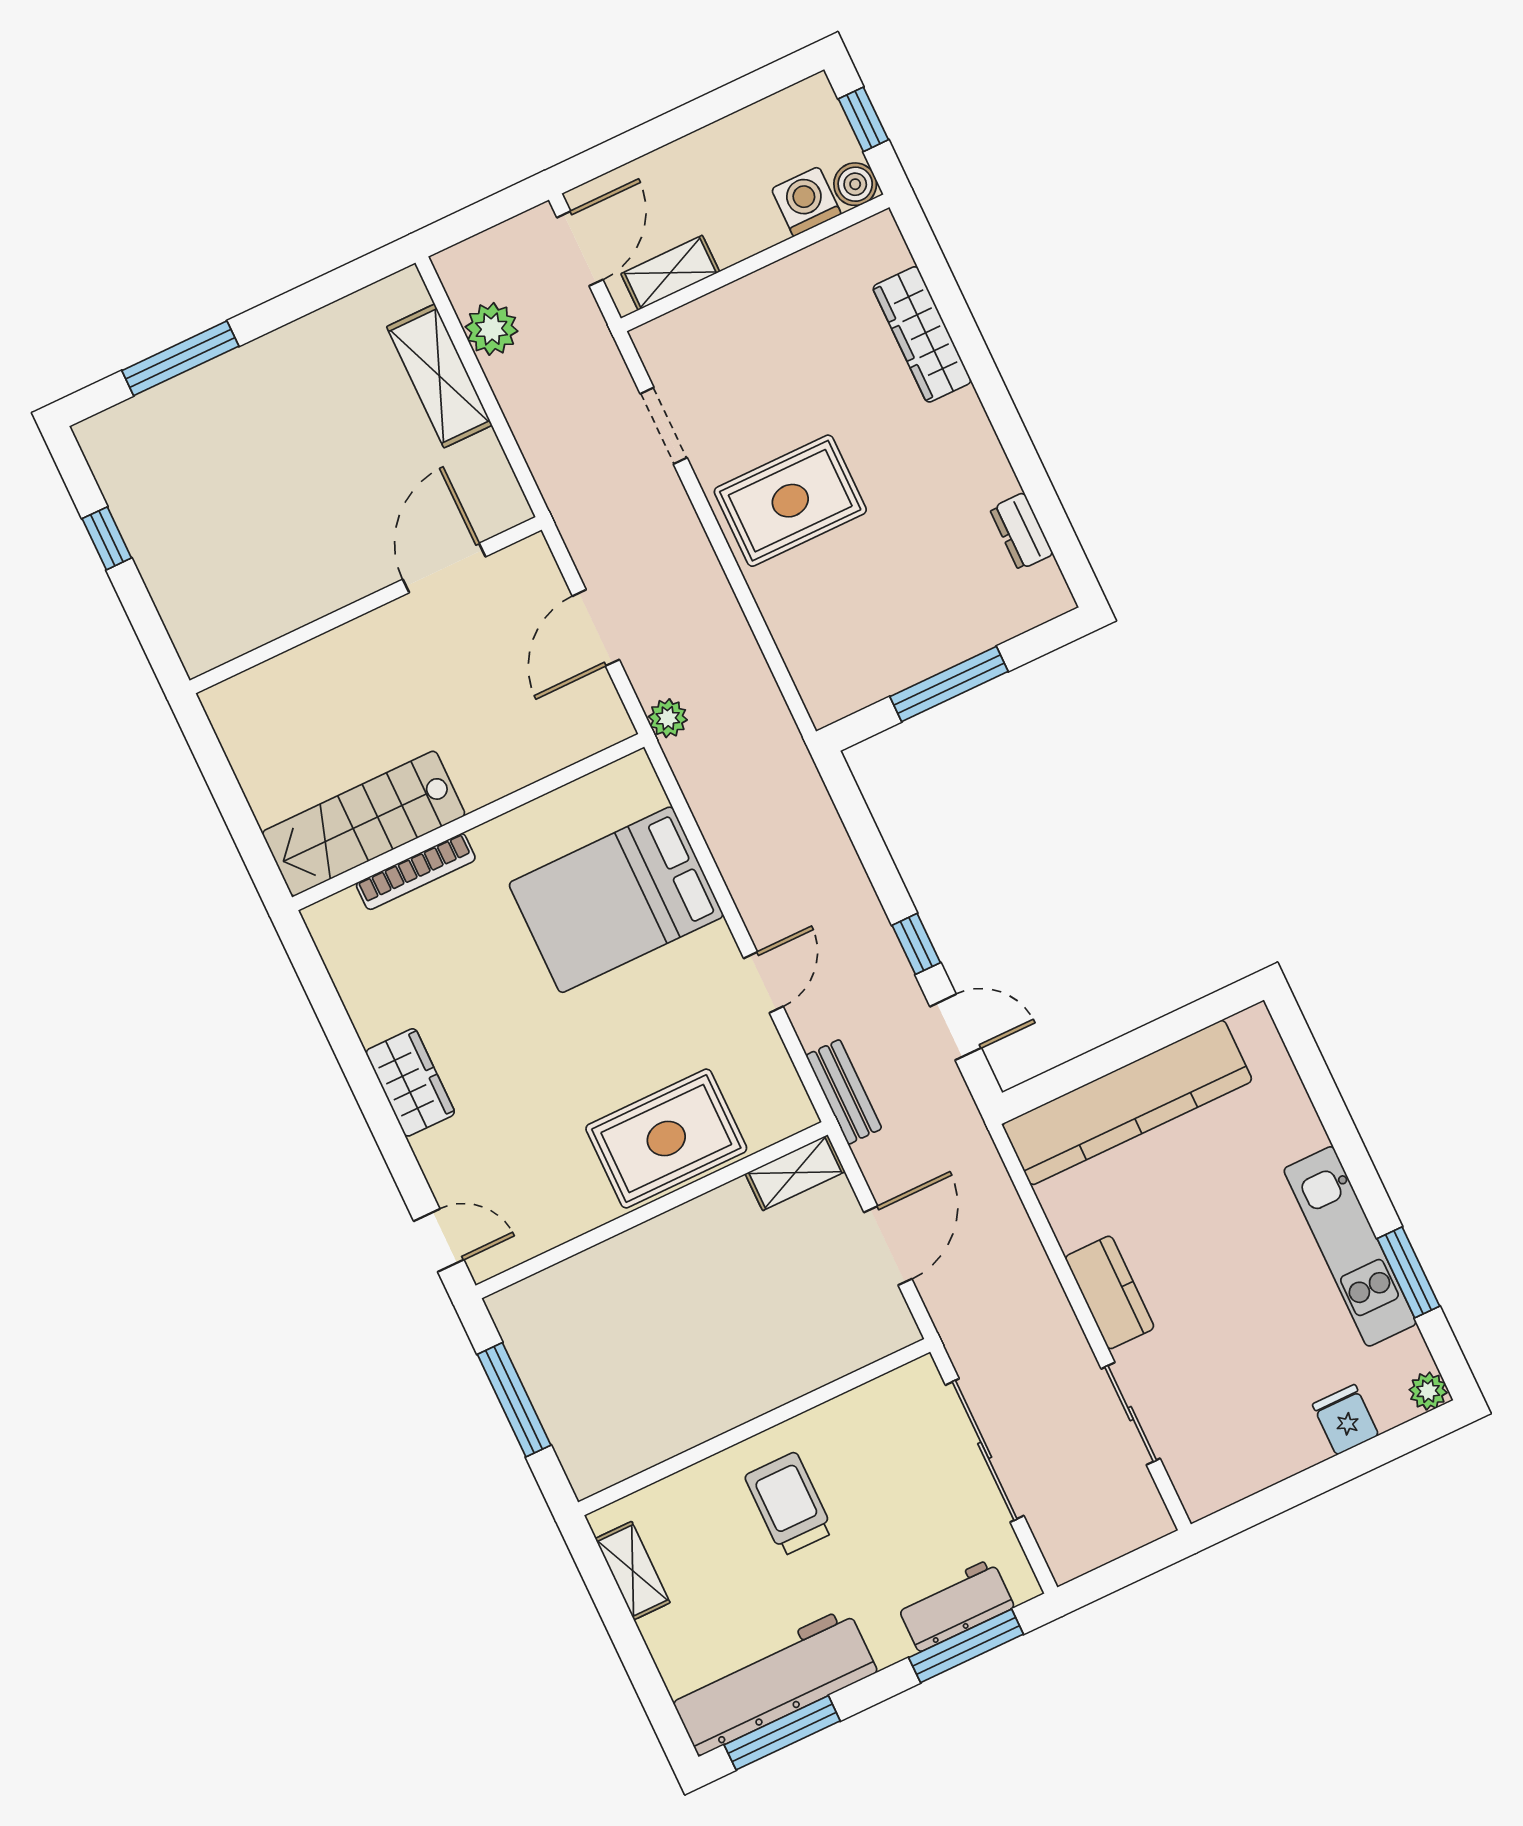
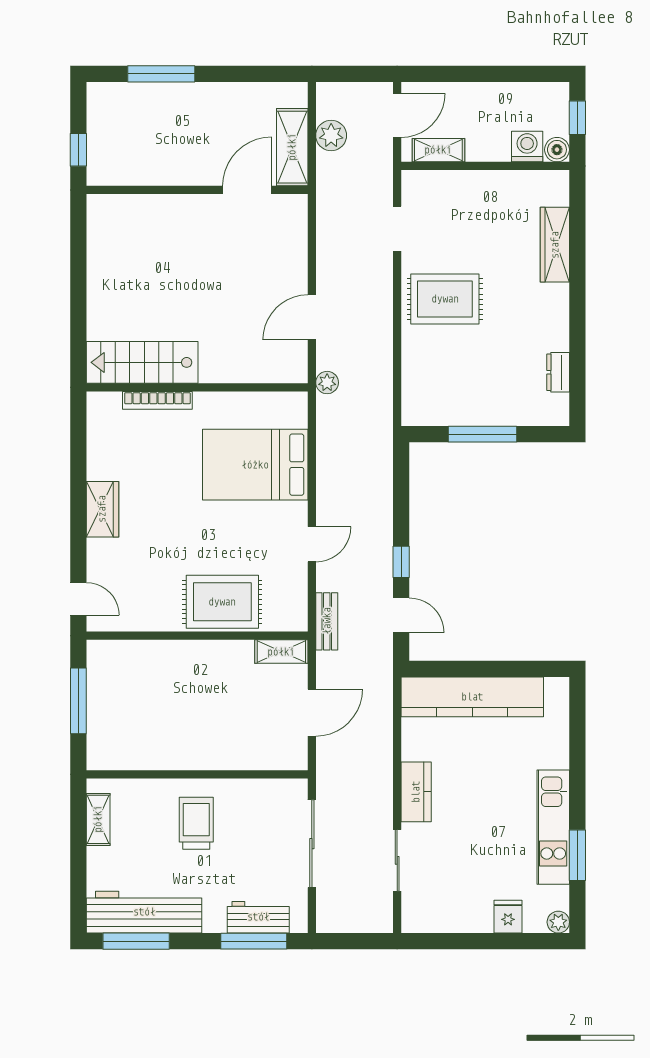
door: (444, 568) -> (247, 190), moved
wall: (366, 605) -> (197, 190), moved

